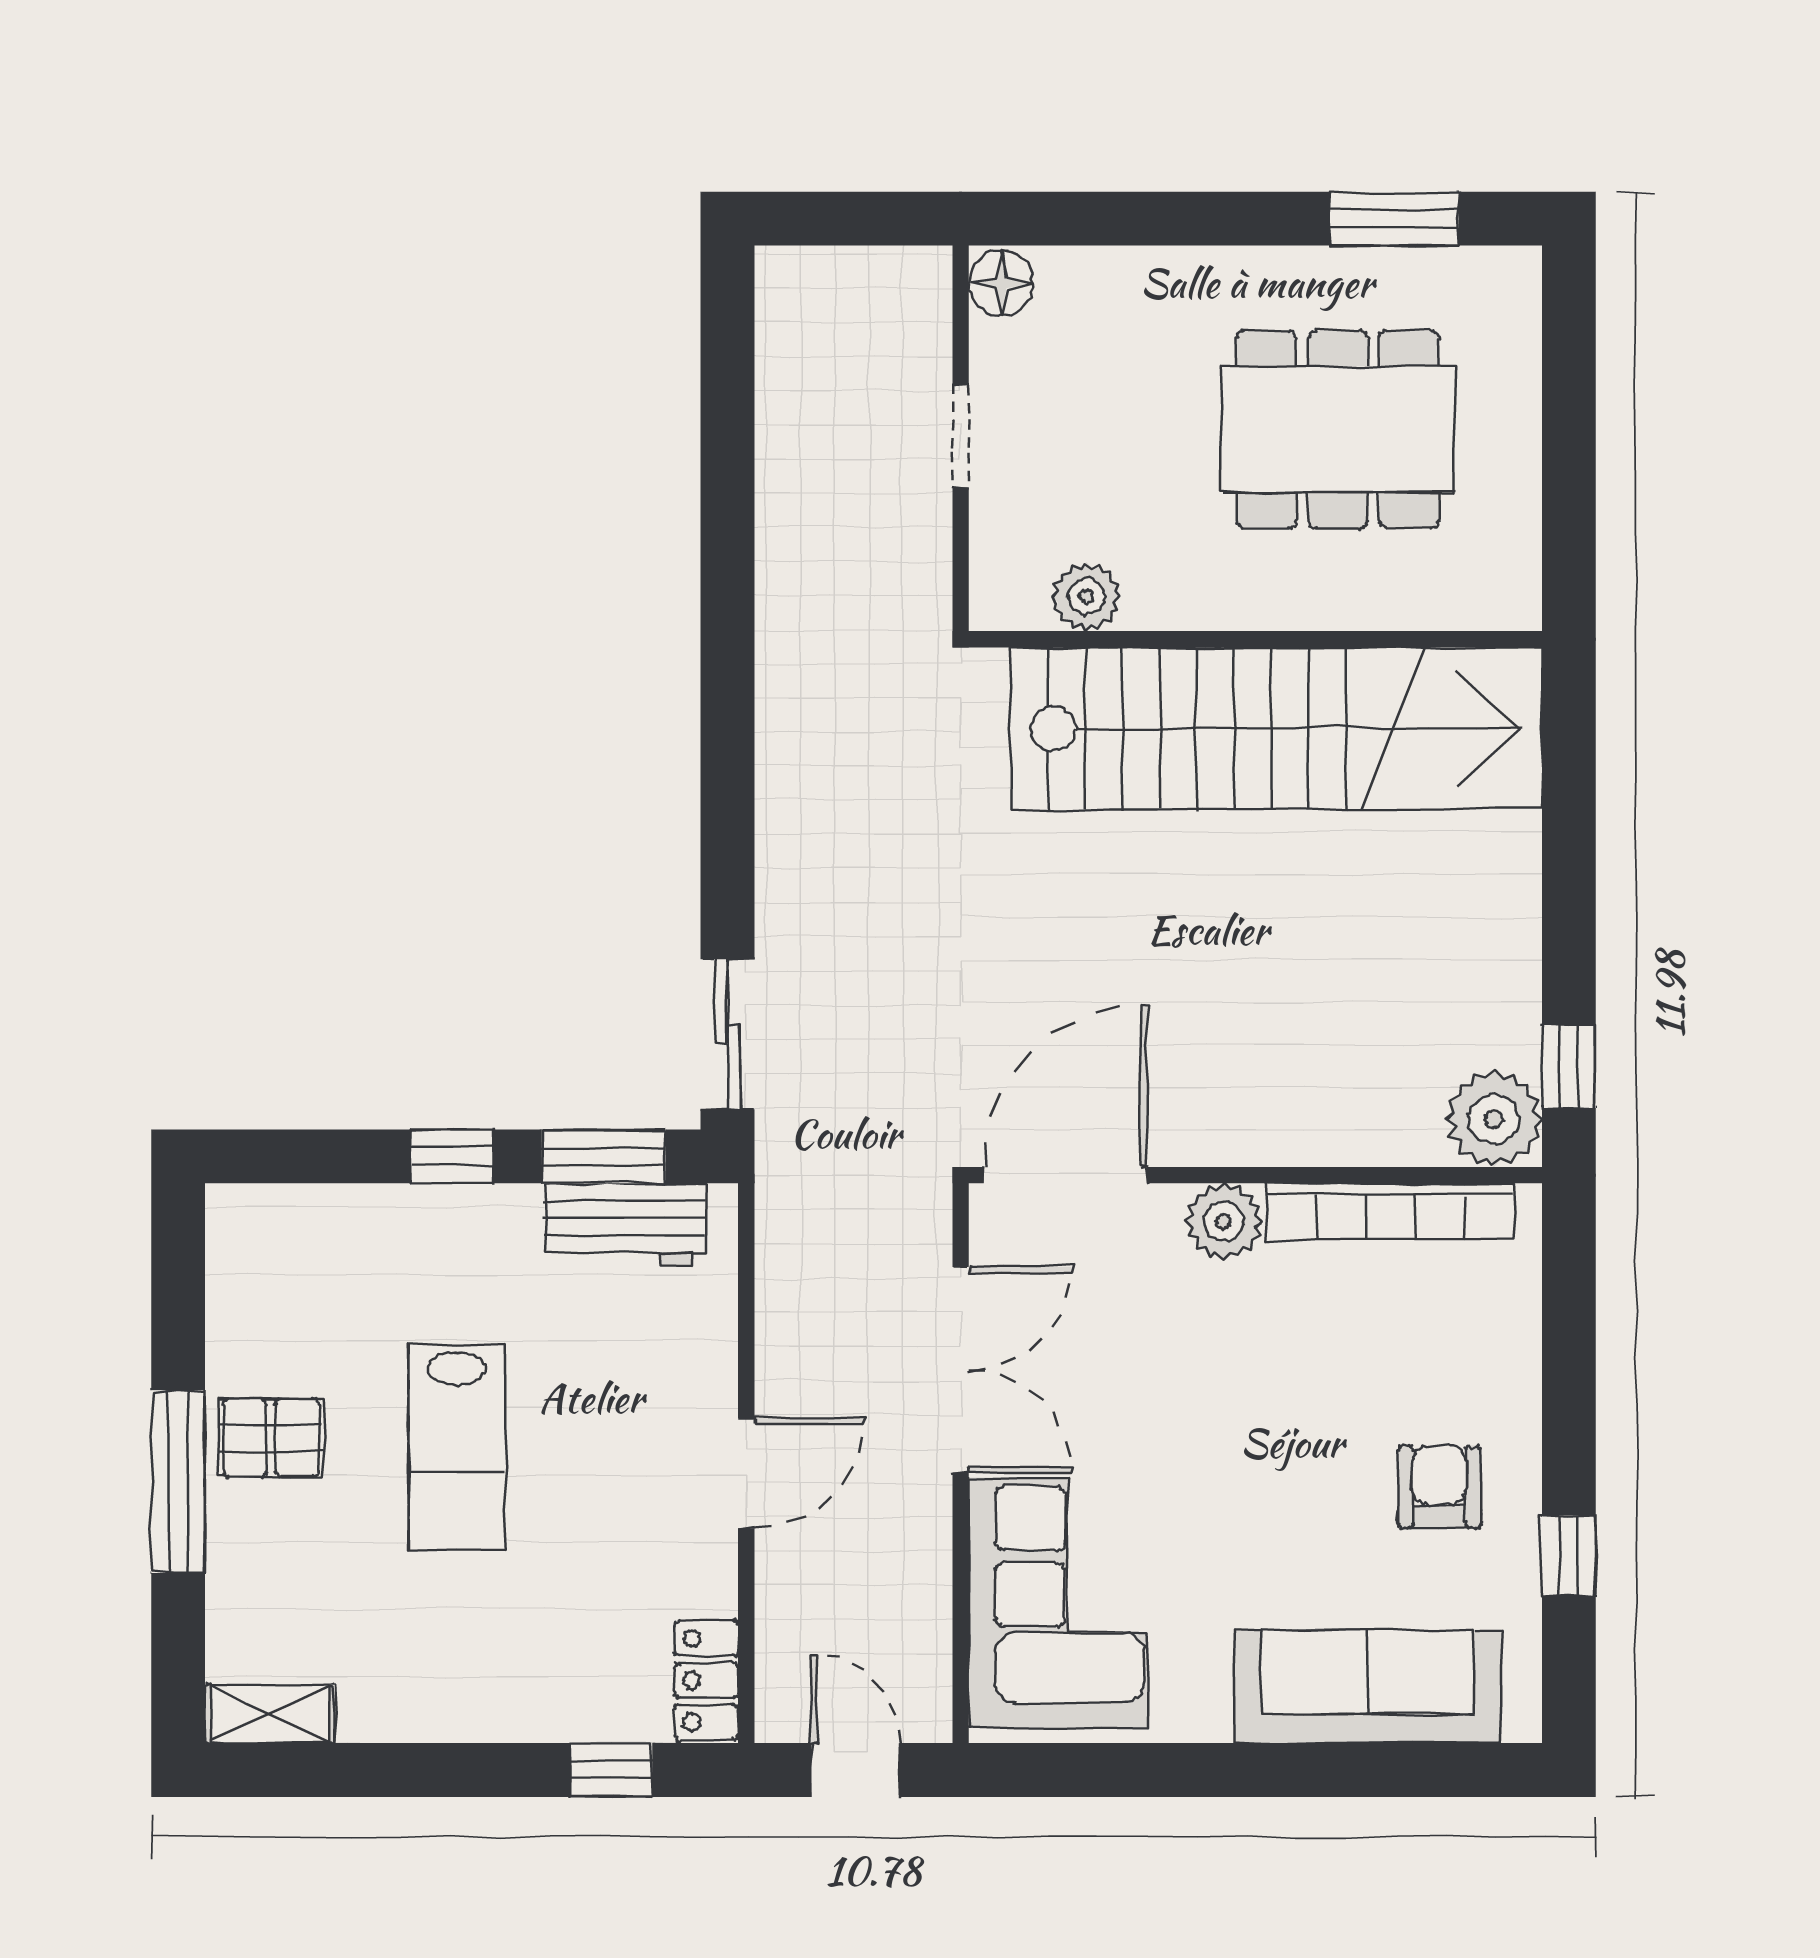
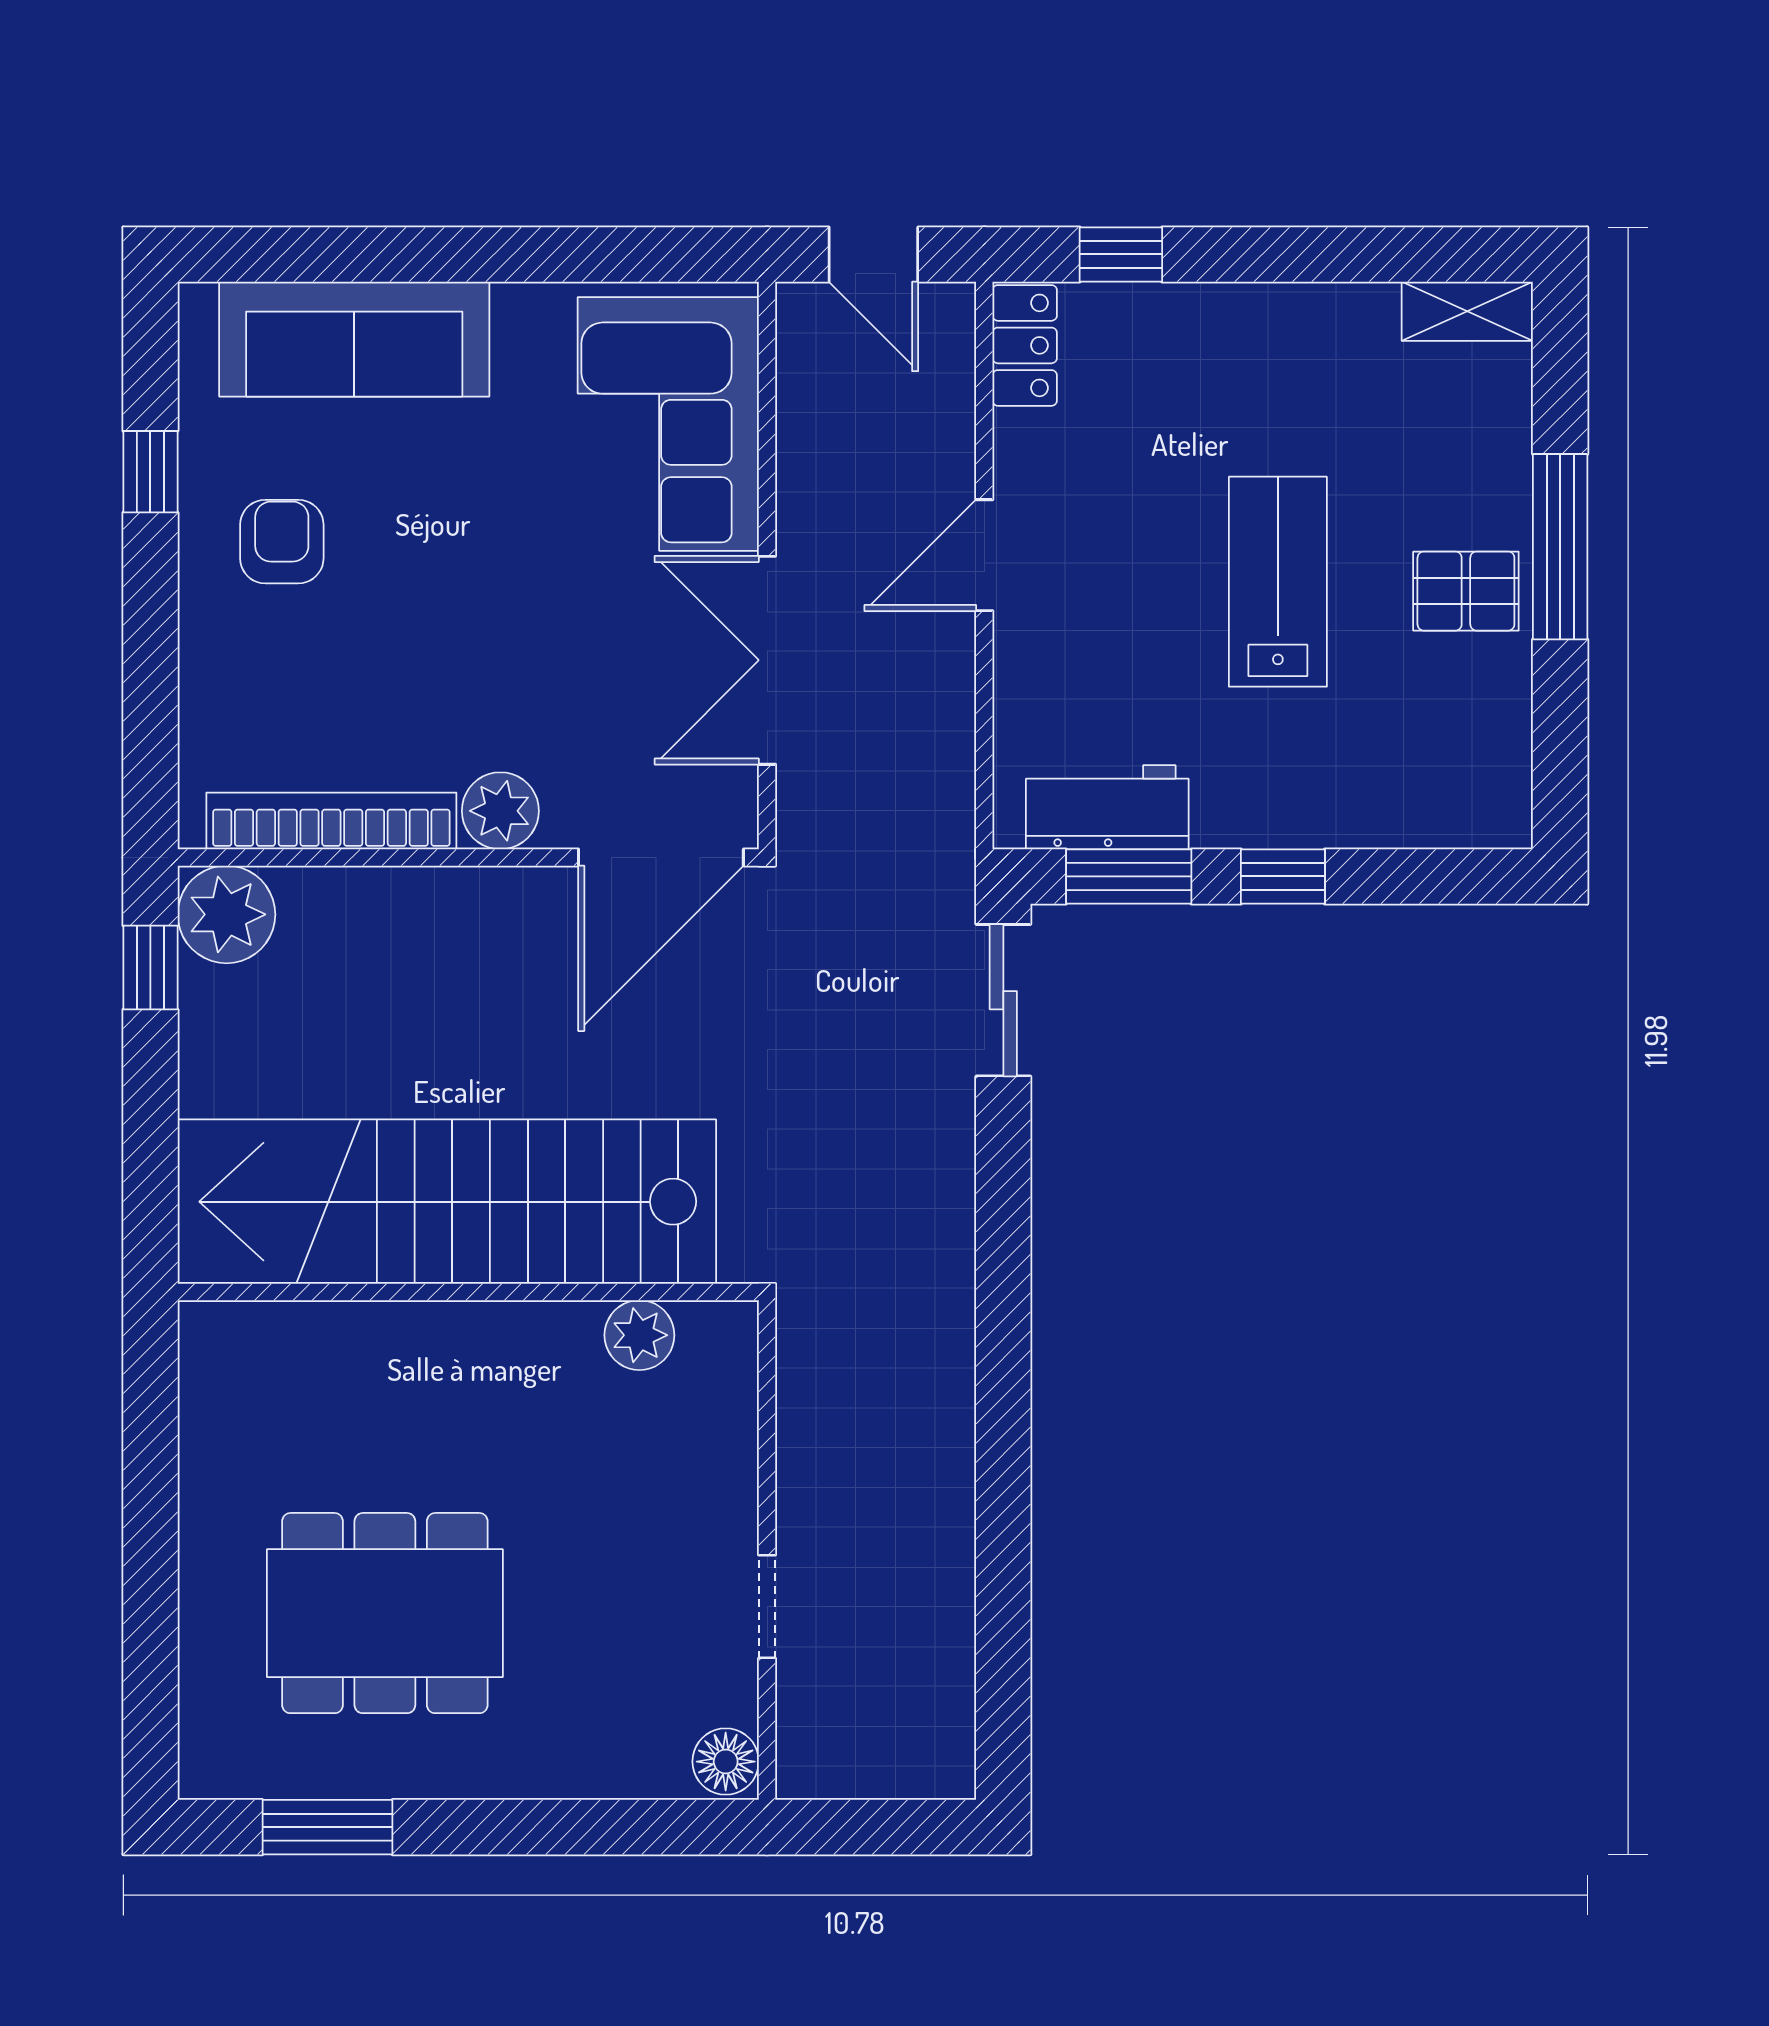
plant: (1086, 597) -> (639, 1335), moved
wall: (1255, 639) -> (468, 1292), moved
stairs: (1276, 728) -> (447, 1202), moved
armchair: (1439, 1487) -> (282, 542), turned 180

